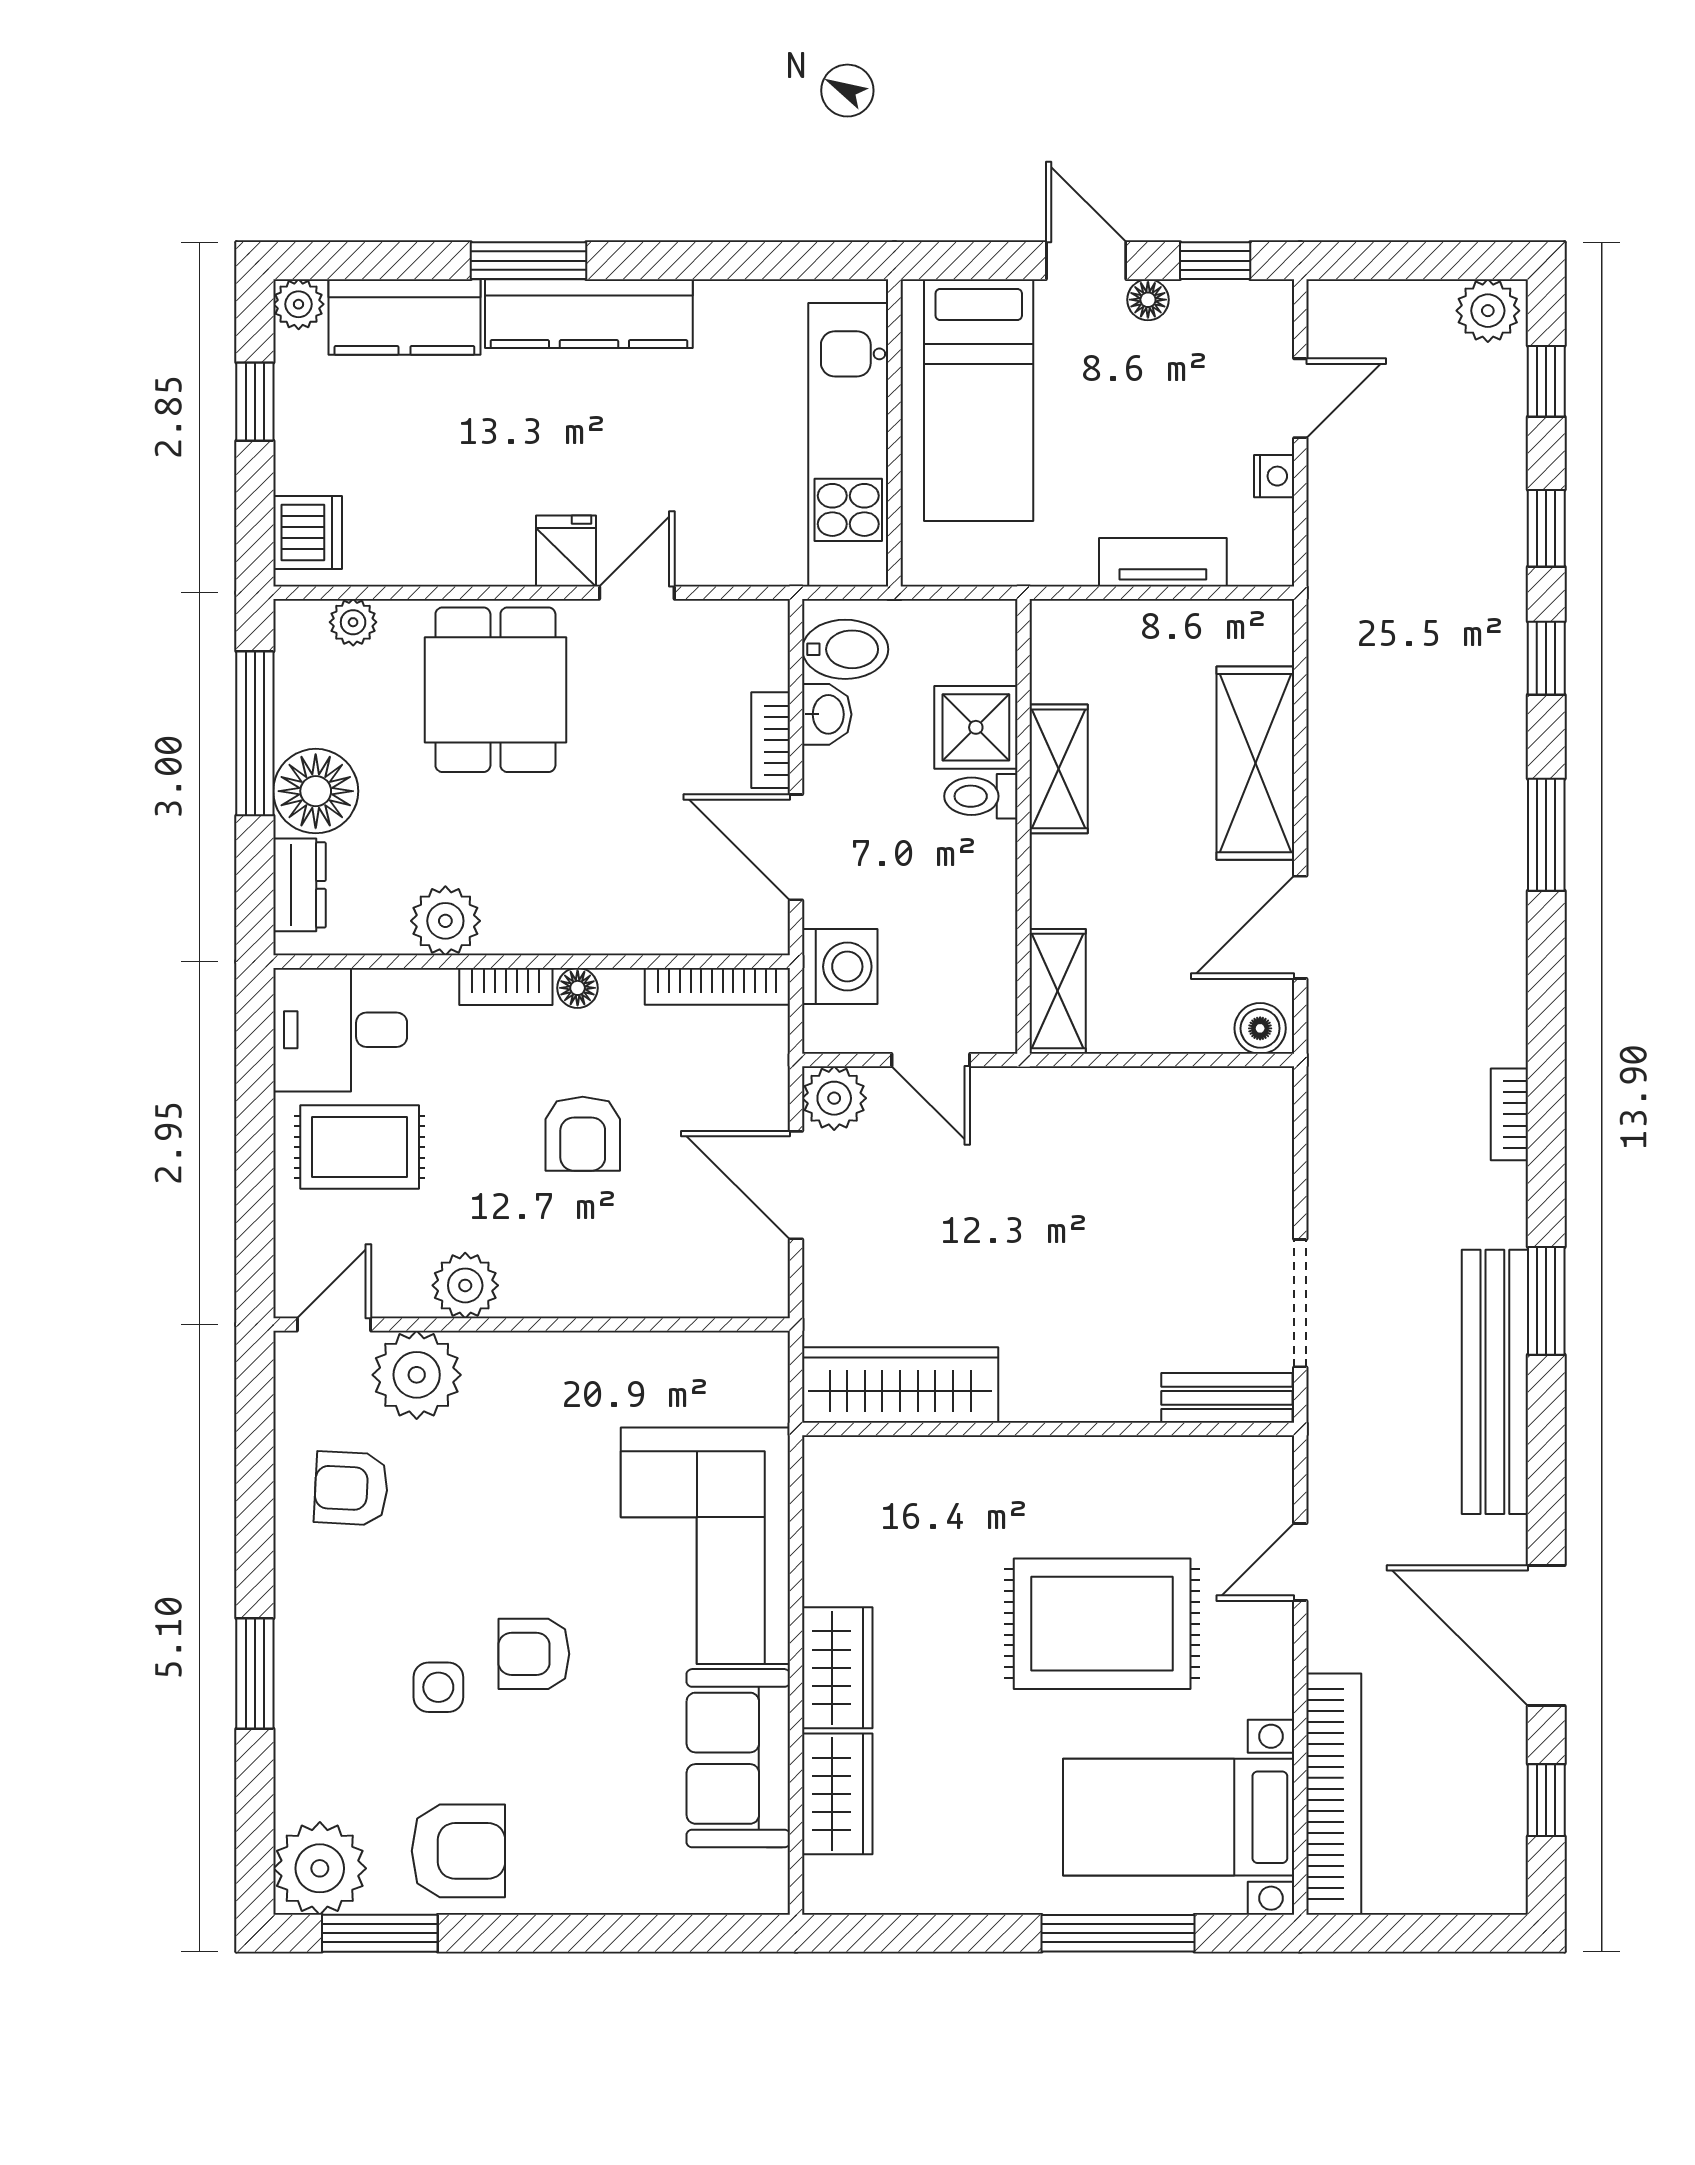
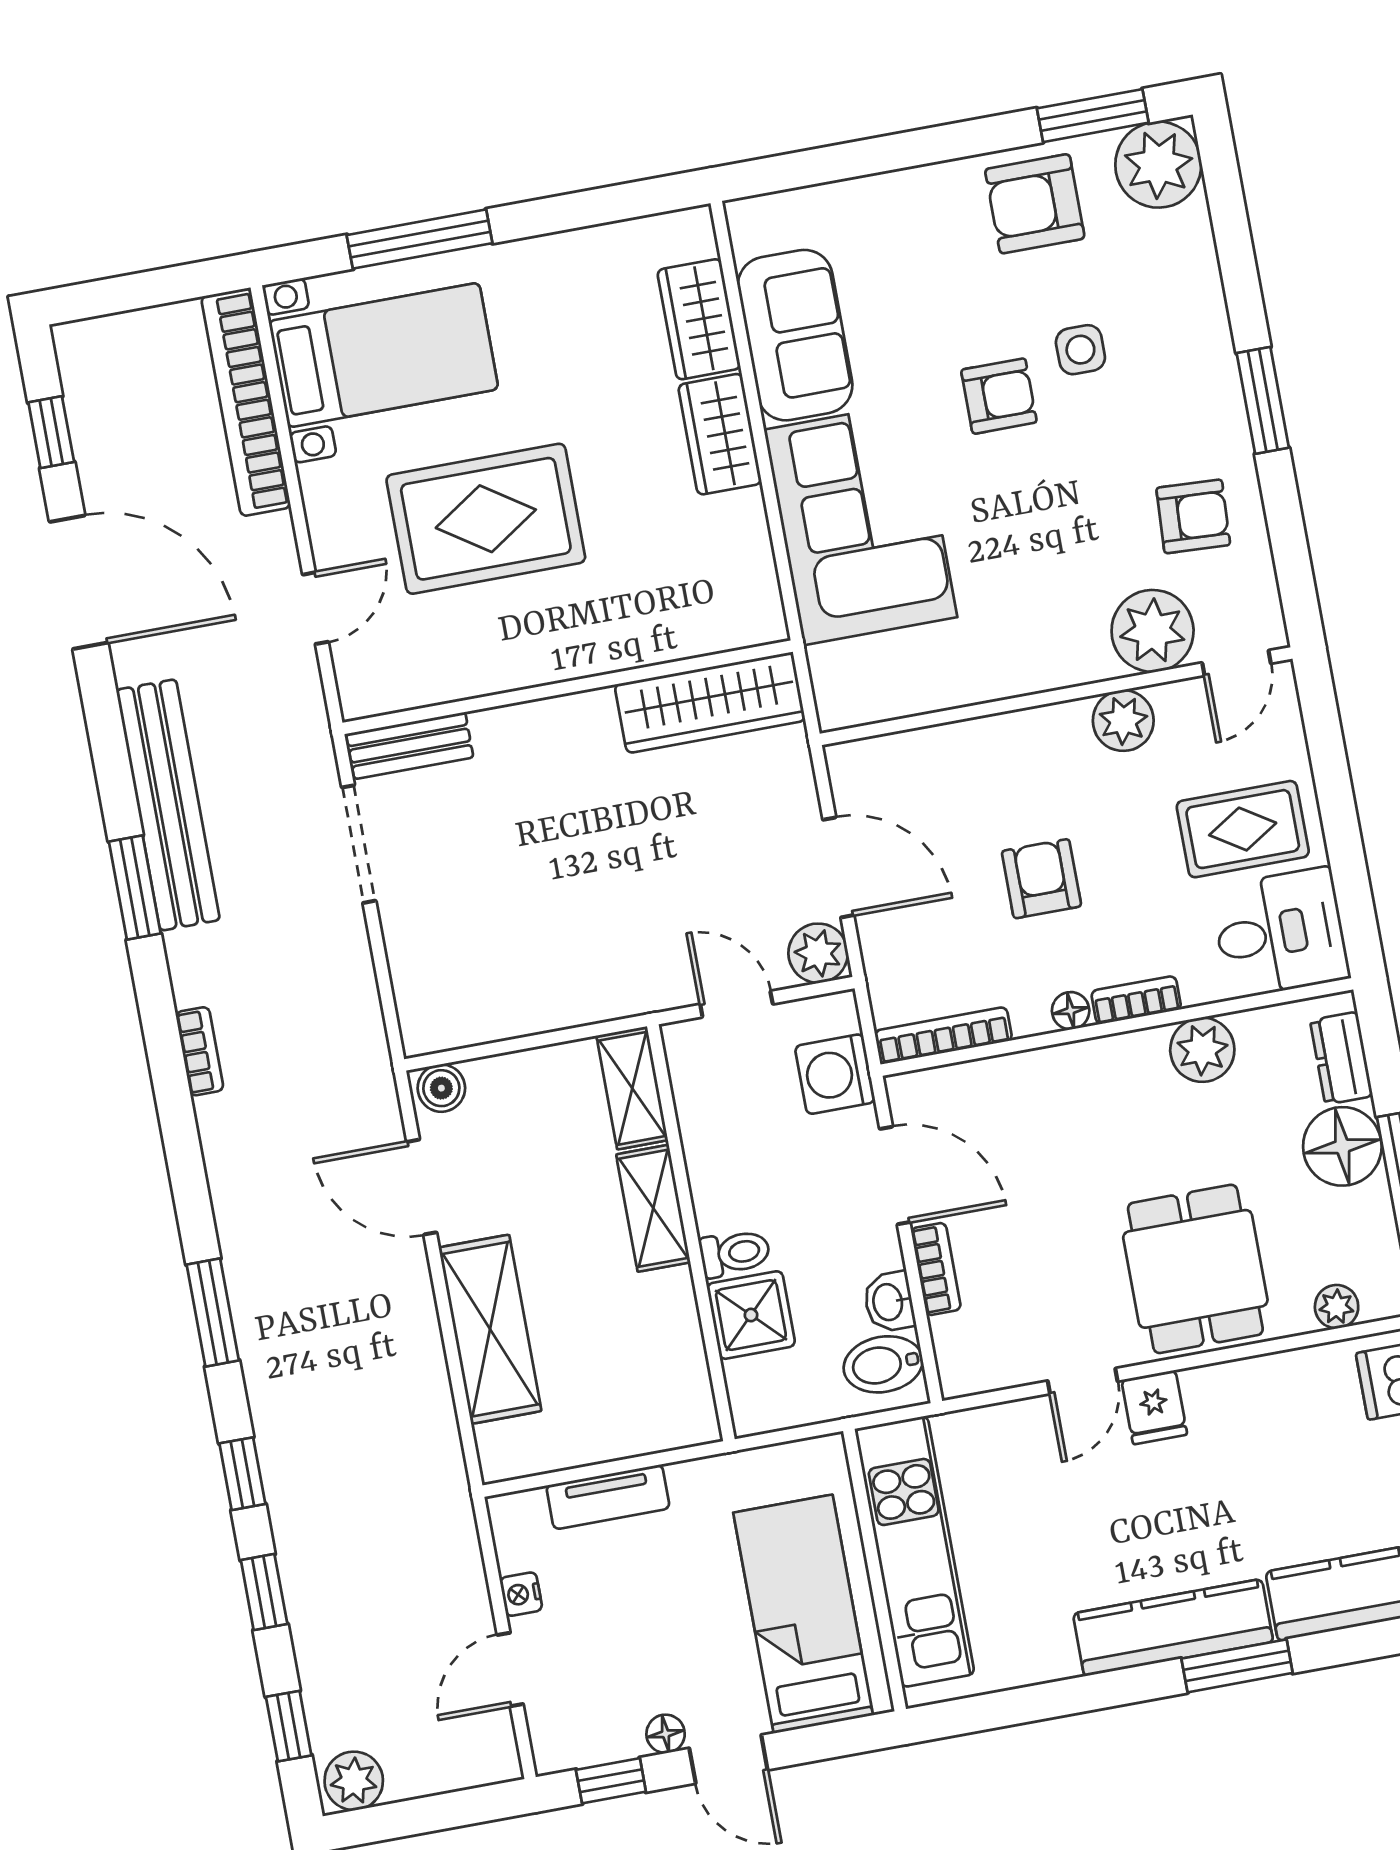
shelving: (1059, 769) -> (653, 1208), moved
door: (1300, 927) -> (422, 1187), swing flipped
window: (255, 1673) -> (1263, 400), moved

